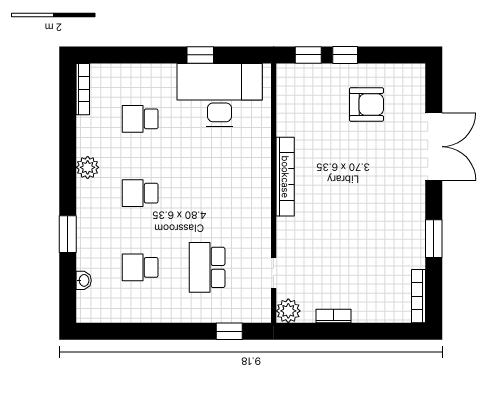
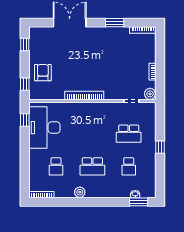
window: (200, 55) -> (25, 120), moved
window: (345, 55) -> (25, 44), moved
armchair: (366, 104) -> (43, 73), moved
school desk: (140, 193) -> (92, 166), width x1.85
window: (68, 234) -> (139, 202), moved
window: (229, 331) -> (160, 147), moved

